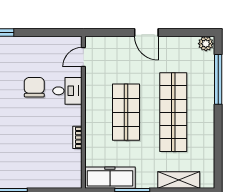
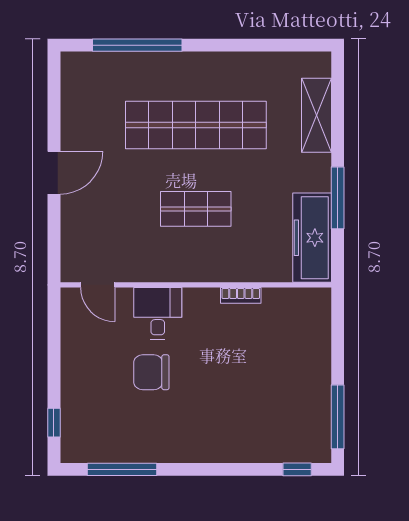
plant: (206, 44) -> (74, 67), removed
shop shelf: (126, 112) -> (196, 209), width x0.70, depth x0.74

